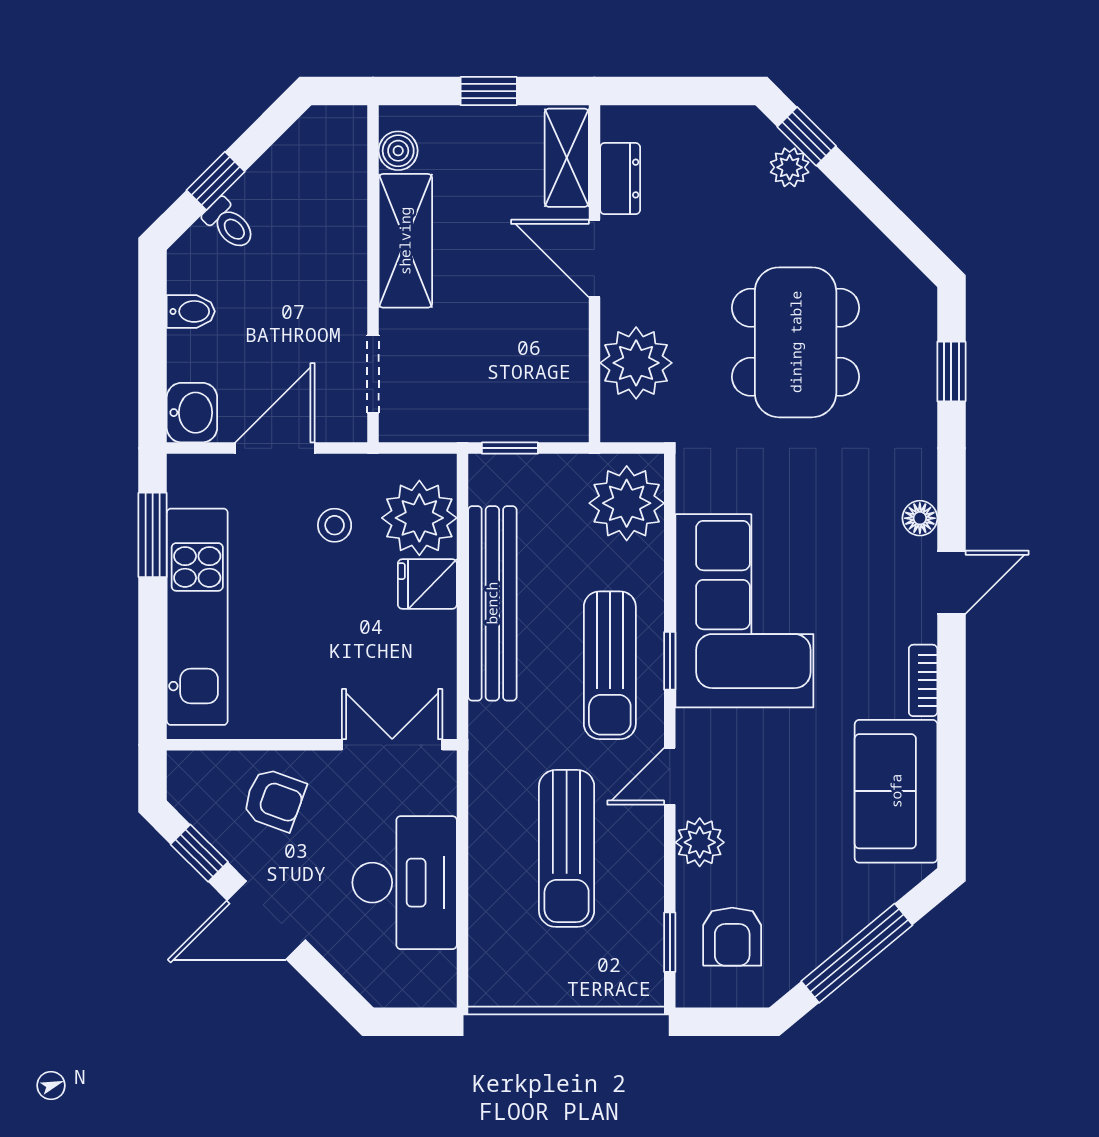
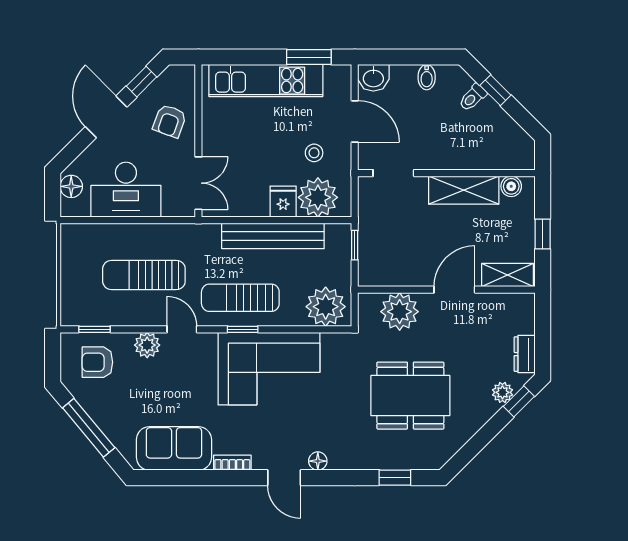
dresser: (620, 179) -> (525, 354), moved, turned 90
floor lamp: (398, 986) -> (71, 186), added

